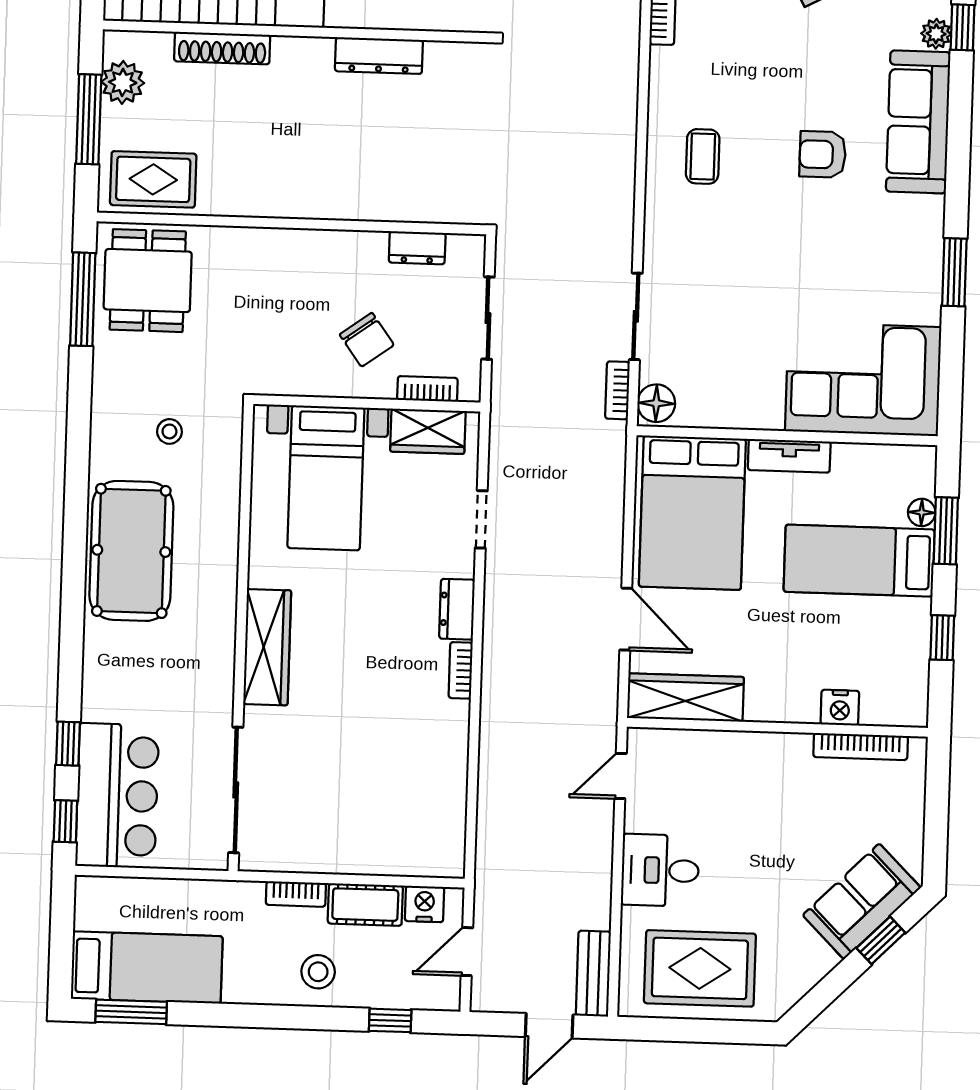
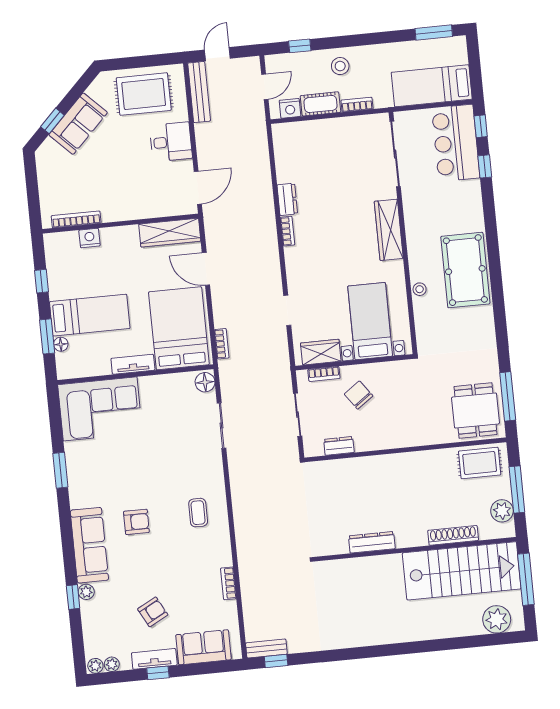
bookcase: (617, 390) -> (222, 344), moved
stool: (169, 431) -> (420, 289), moved
dresser: (457, 609) -> (287, 199), moved
door: (621, 776) -> (198, 188), width x1.37
sofa: (862, 901) -> (78, 124), moved
bed: (147, 968) -> (432, 86), moved
bench: (593, 974) -> (199, 92), width x1.36

